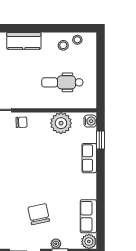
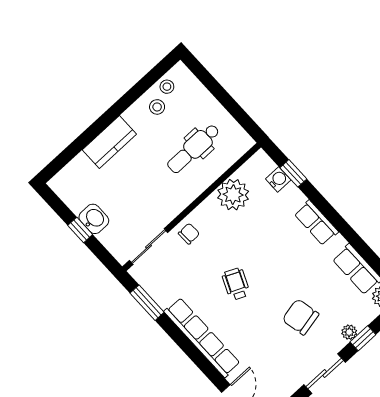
water cooler: (90, 121) -> (278, 179), moved
row of seats: (89, 158) -> (316, 223), moved
wheelchair: (22, 169) -> (236, 284), added

